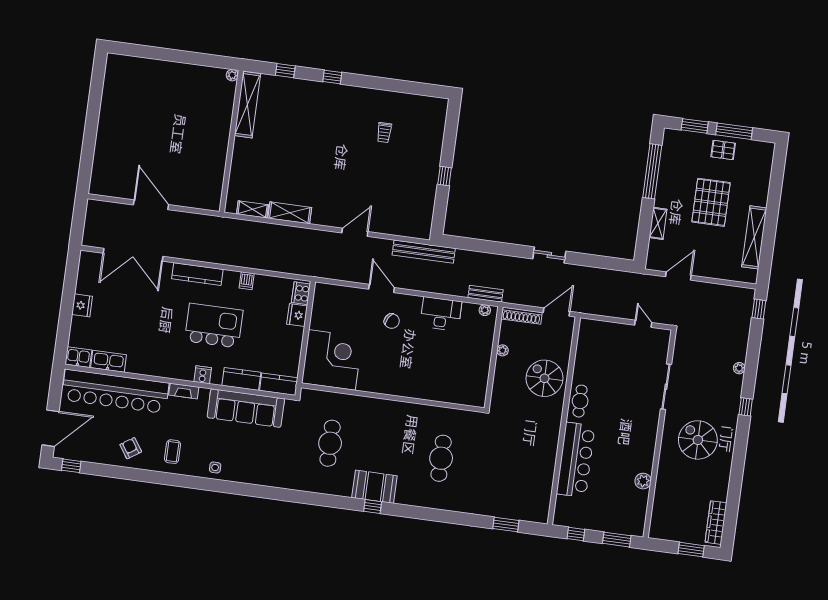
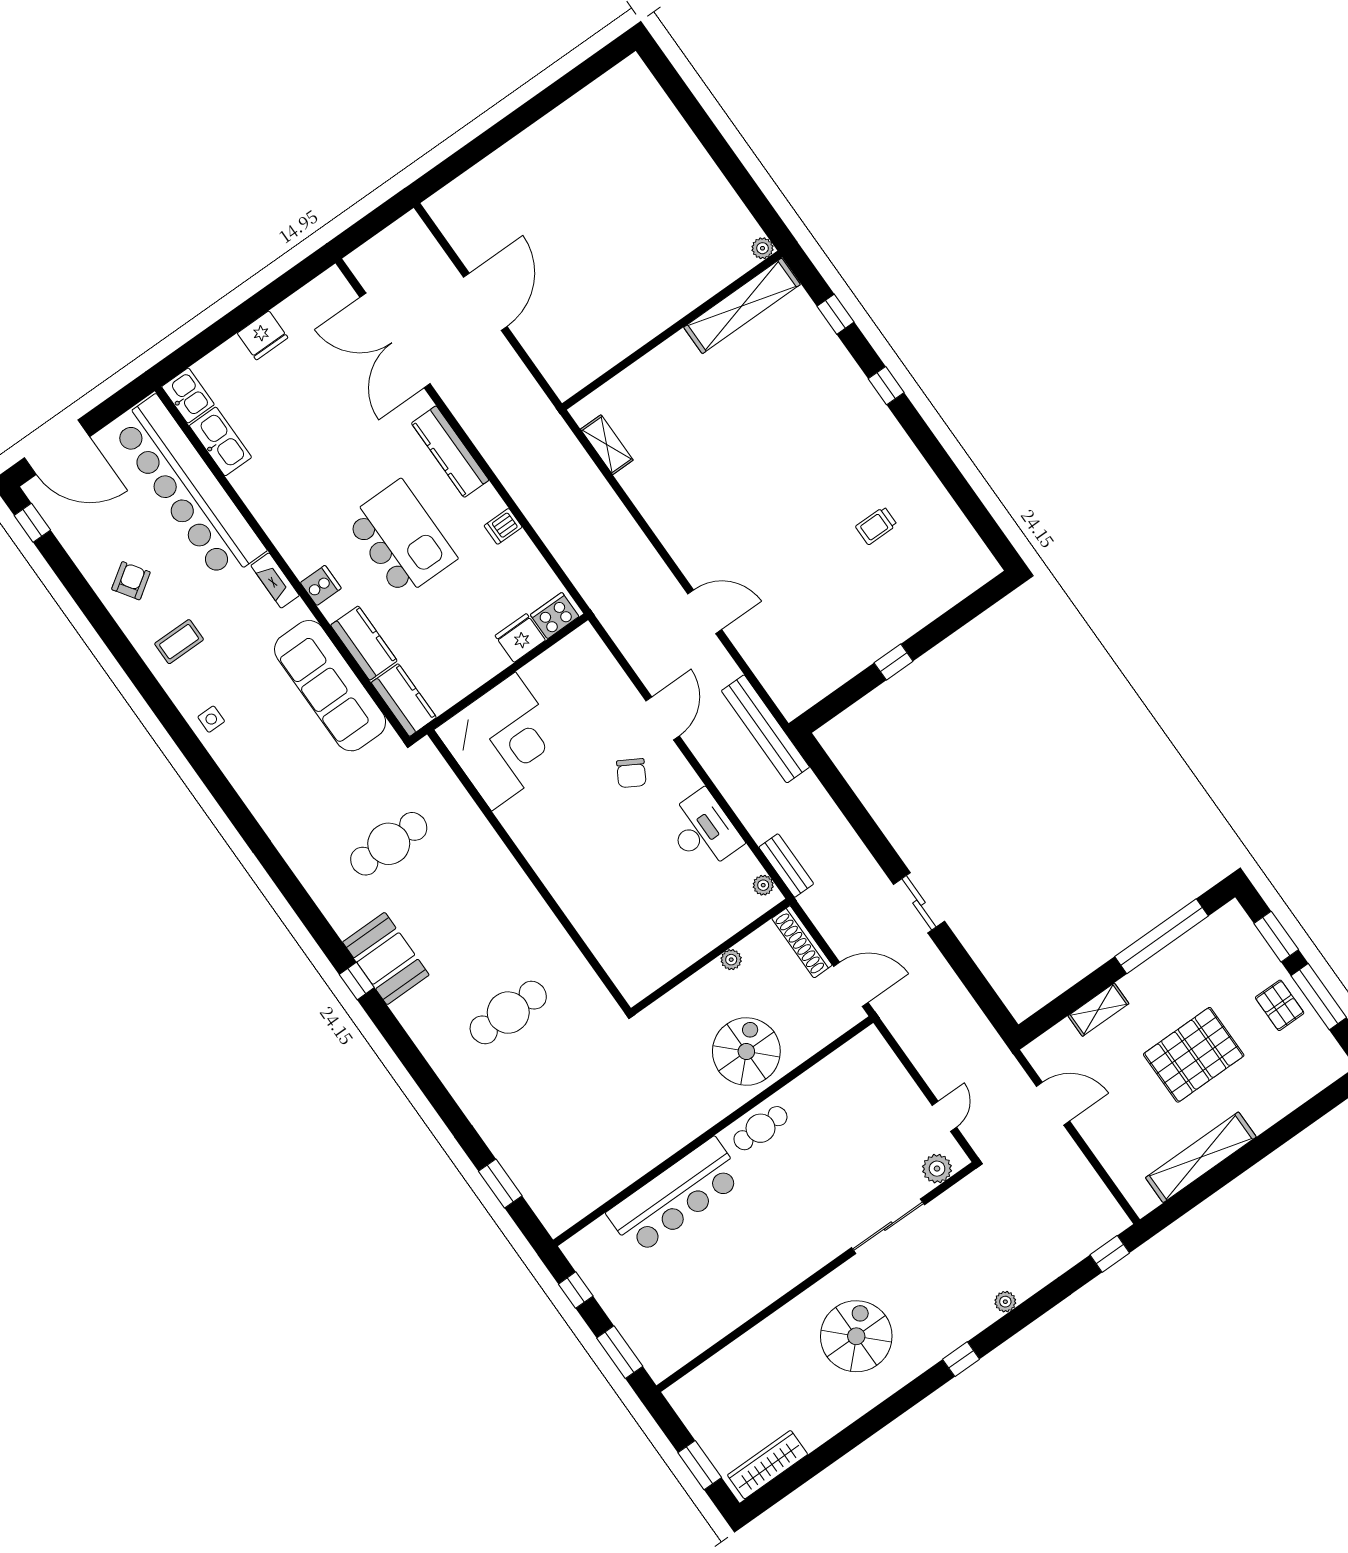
shelving: (290, 213) -> (649, 499), removed
plant: (643, 481) -> (937, 1169), moved

